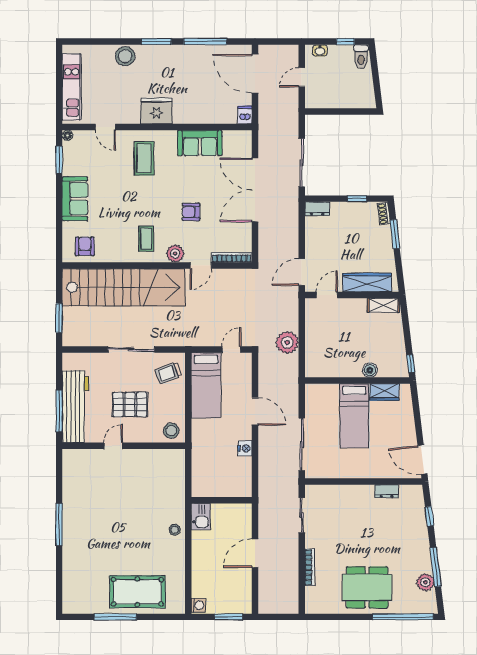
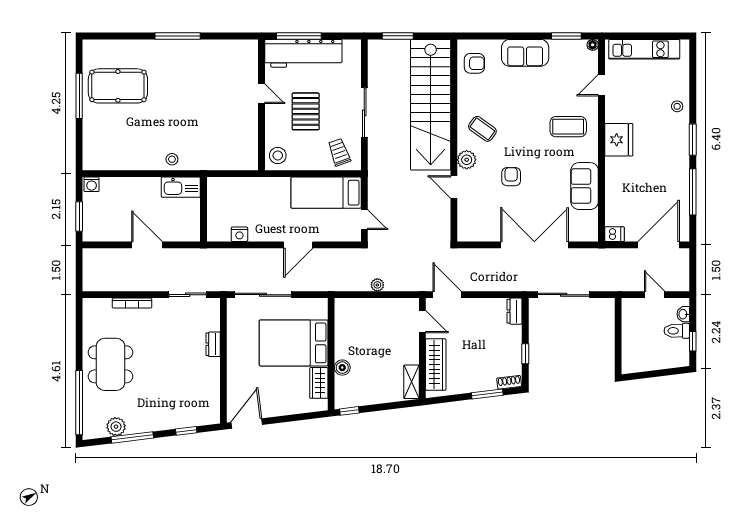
stool: (125, 56) -> (677, 106), width x0.53, depth x0.53
toilet: (361, 57) -> (677, 331), moved
coffee table: (146, 239) -> (482, 129), turned 36
bookcase: (232, 257) -> (463, 220), removed
plant: (287, 343) -> (377, 285), width x0.53, depth x0.53
bed: (354, 416) -> (294, 343), width x1.50
nightstand: (245, 448) -> (239, 234), moved
dresser: (386, 491) -> (213, 344), moved
kitchen sink: (201, 517) -> (181, 187), width x1.38
pool table: (137, 592) -> (118, 86), moved, turned 90

